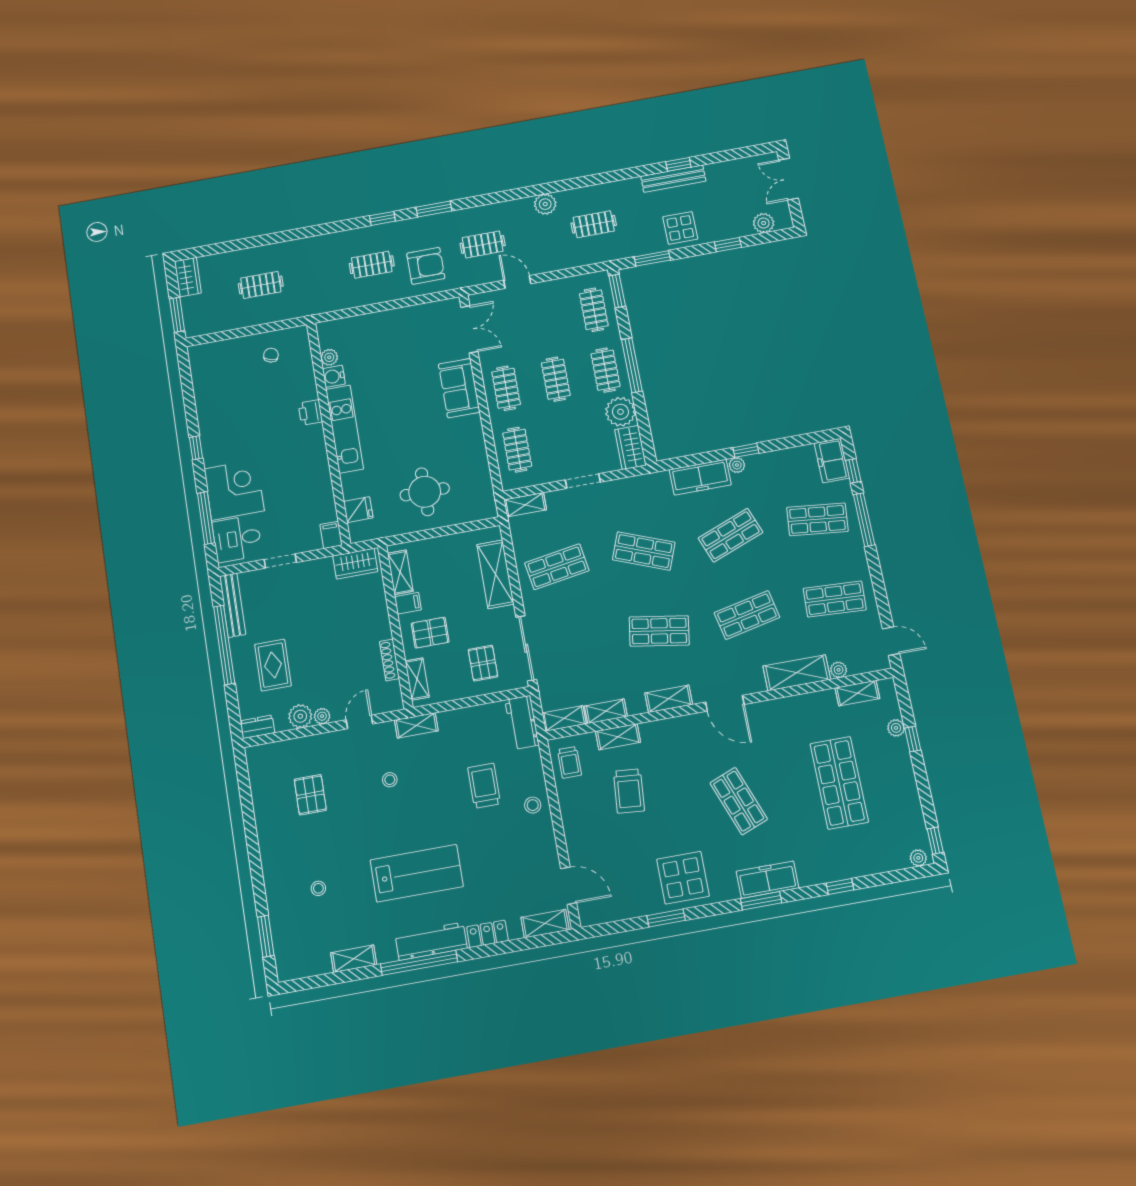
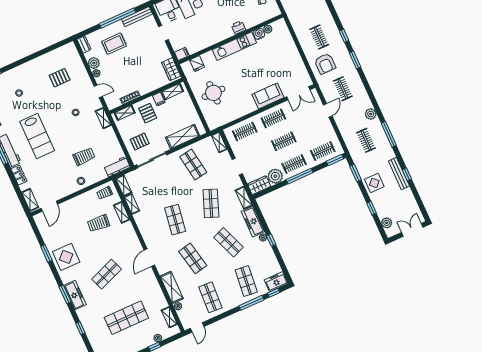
window: (593, 180) -> (389, 134), added
shelving: (669, 699) -> (244, 198), moved

